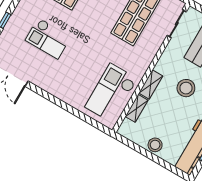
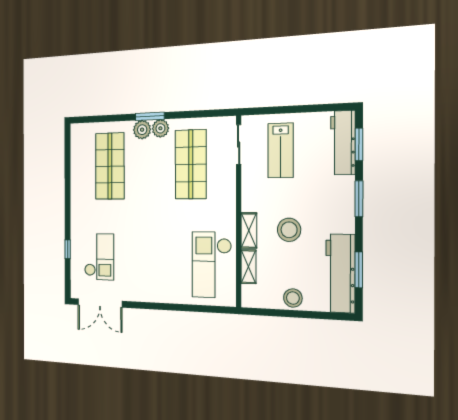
checkout: (48, 38) -> (99, 257), moved, turned -90
stool: (186, 88) -> (289, 230), moved

